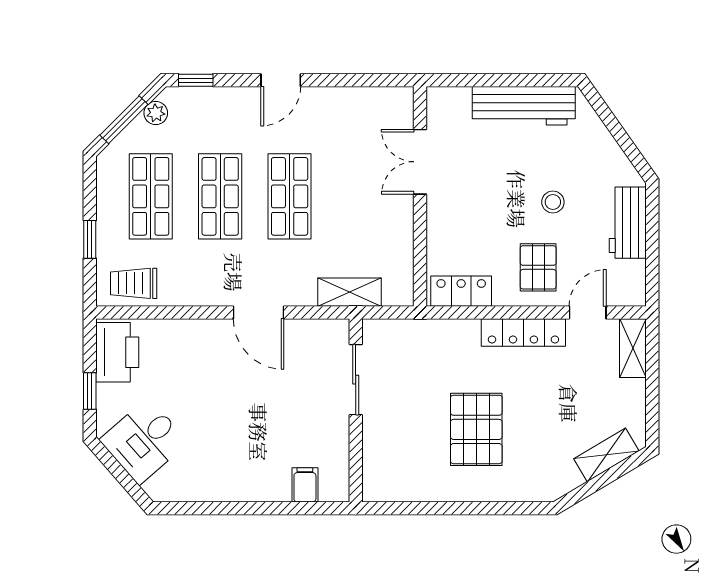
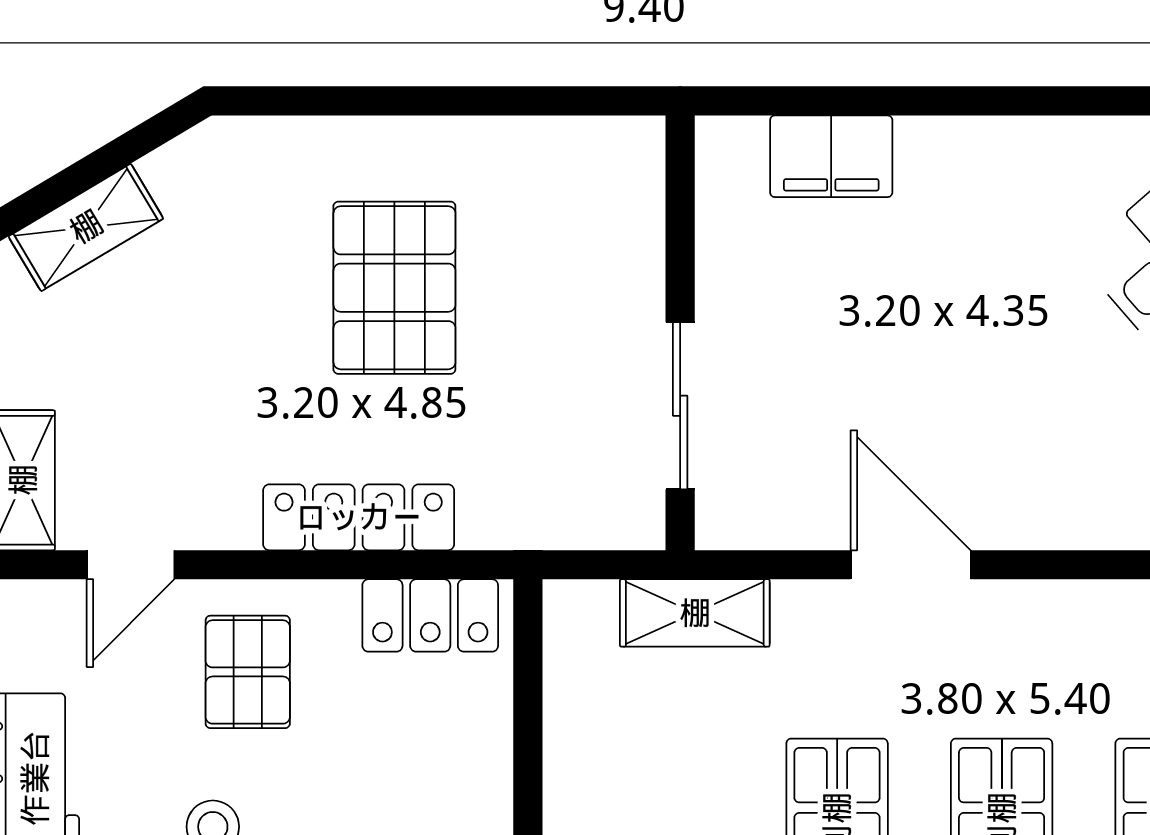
locker: (523, 333) -> (359, 517), moved
filing cabinet: (305, 485) -> (831, 156), width x2.00

